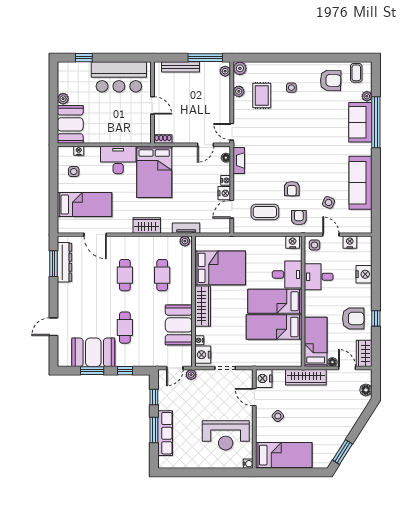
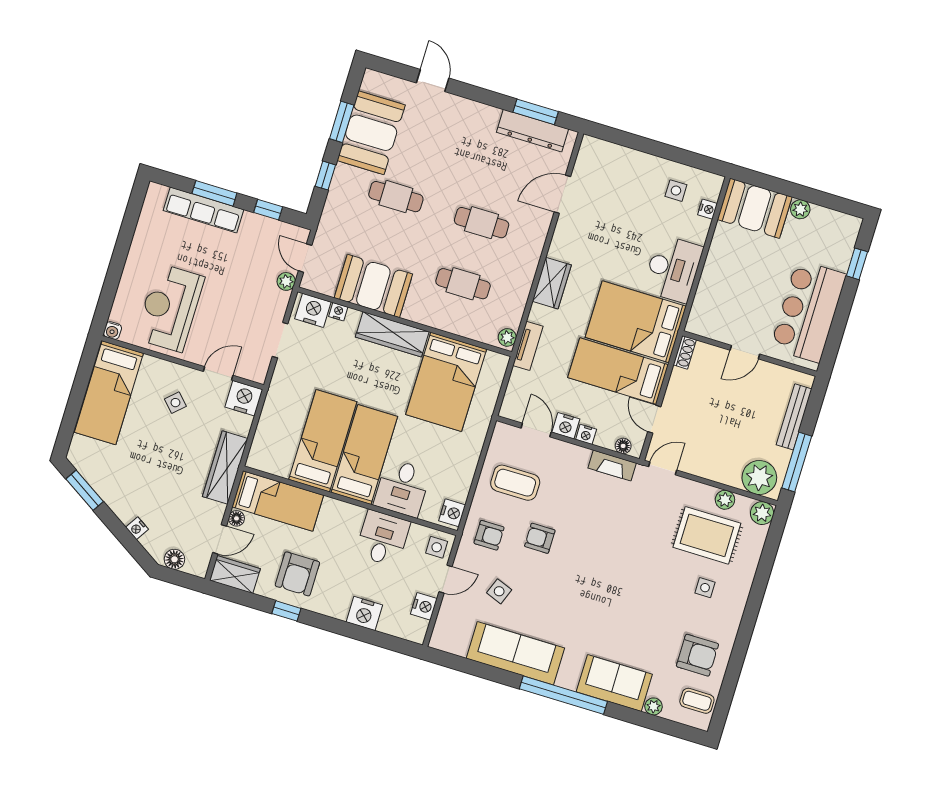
plant: (225, 71) -> (759, 478), width x1.87, depth x1.87
armchair: (331, 80) -> (697, 655), turned -92
rug: (262, 95) -> (707, 535), width x1.36, depth x1.43
window: (376, 122) -> (563, 695), moved
bed: (85, 204) -> (618, 371), moved, turned 90
coffee table: (265, 212) -> (515, 483), turned 90
nightstand: (355, 416) -> (137, 528), added

